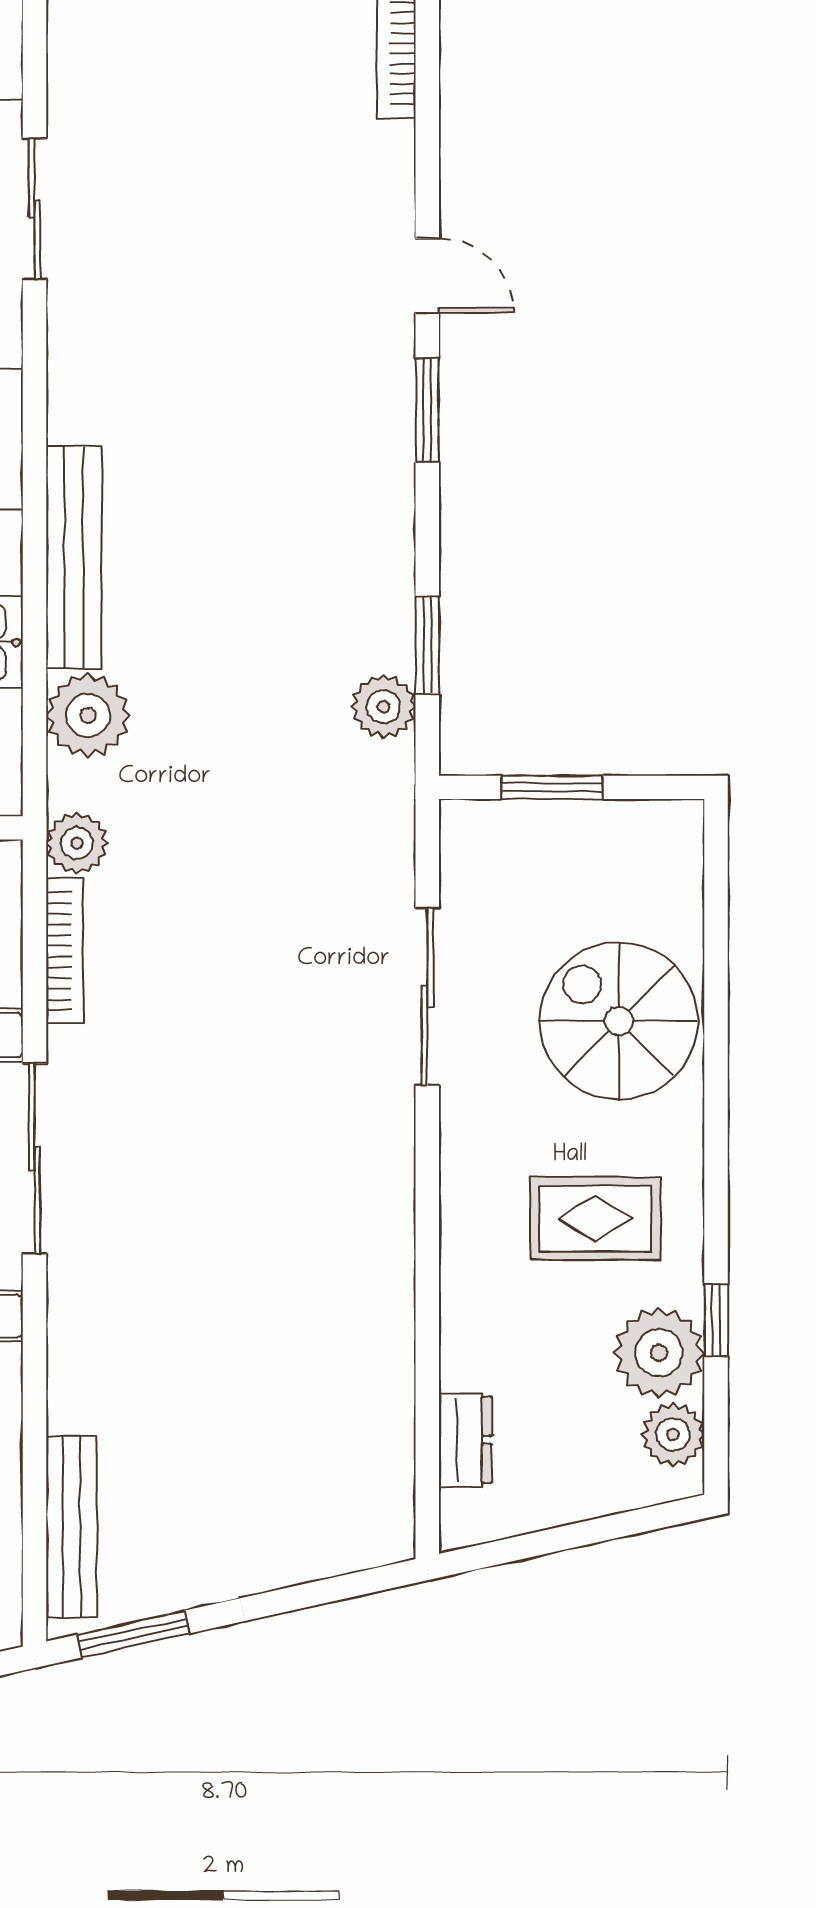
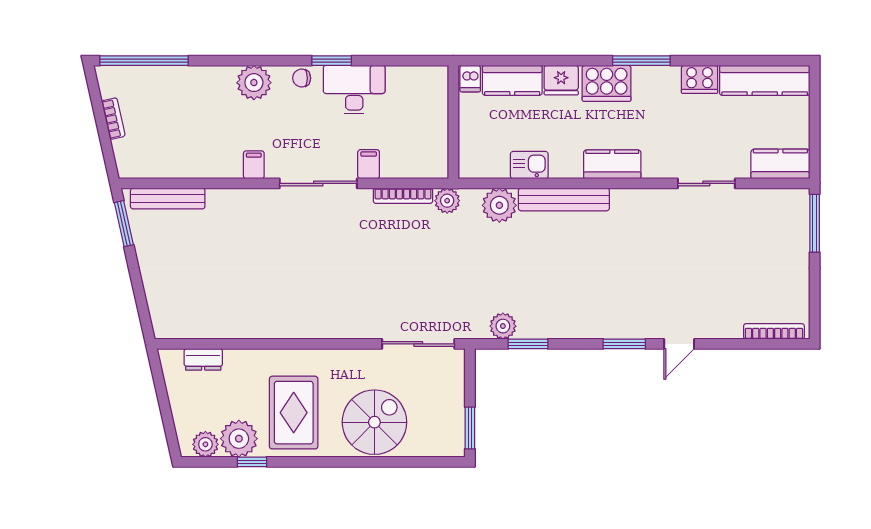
window: (552, 787) -> (470, 428), moved
sliding door: (427, 997) -> (418, 344), moved
rug: (595, 1219) -> (294, 413), width x1.36, depth x1.43

